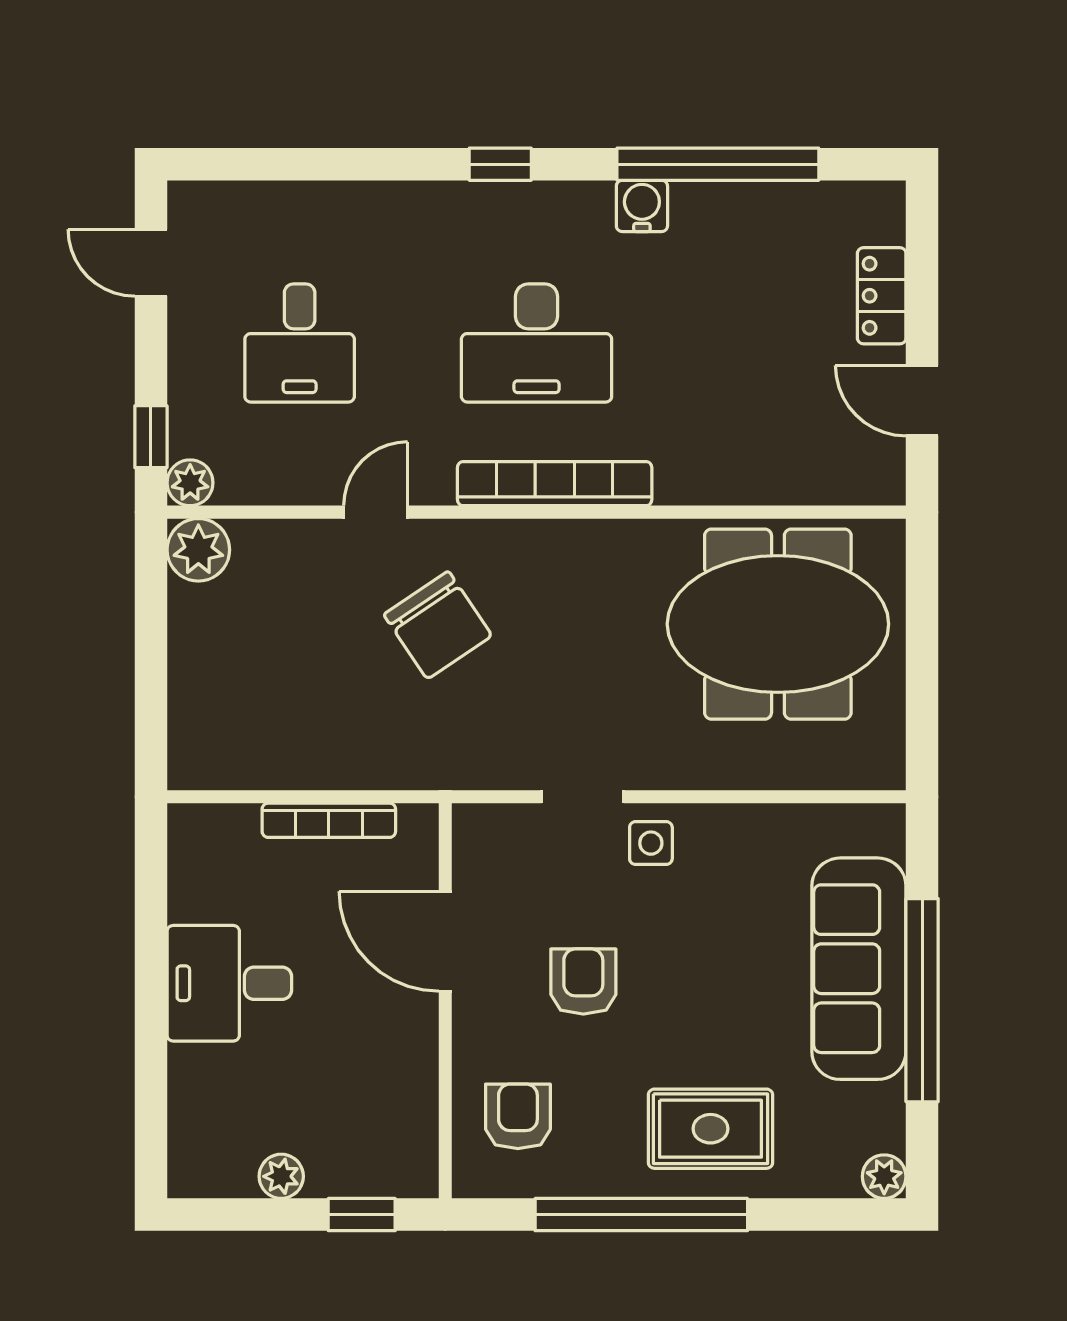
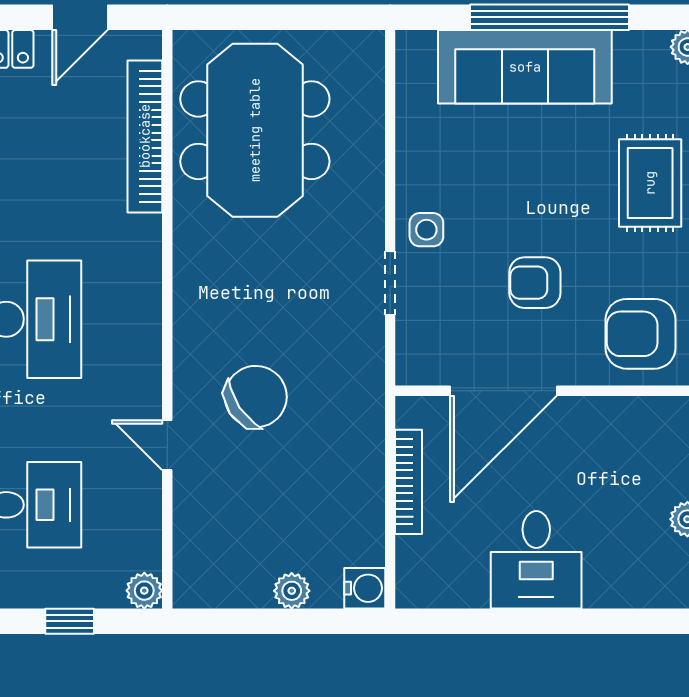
window: (151, 437) -> (70, 621), moved
bookcase: (555, 484) -> (145, 136), moved
plant: (198, 550) -> (292, 591), moved, width x0.73, depth x0.73
water cooler: (193, 764) -> (365, 588), added
door: (445, 941) -> (503, 391), width x1.36
armchair: (518, 1116) -> (640, 334), width x1.38, depth x1.38

